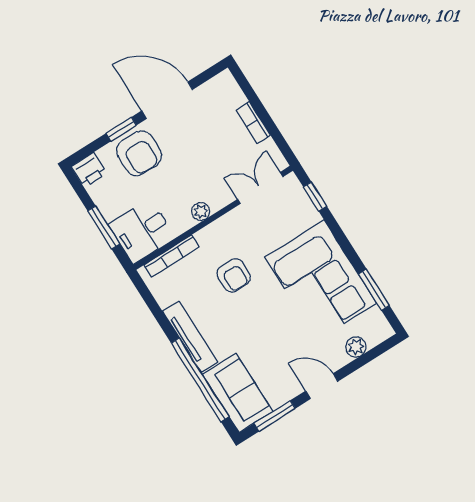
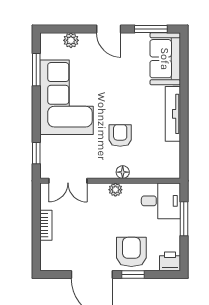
floor lamp: (205, 236) -> (123, 172), added
bookcase: (172, 256) -> (152, 173), removed
window: (200, 380) -> (184, 82), removed

